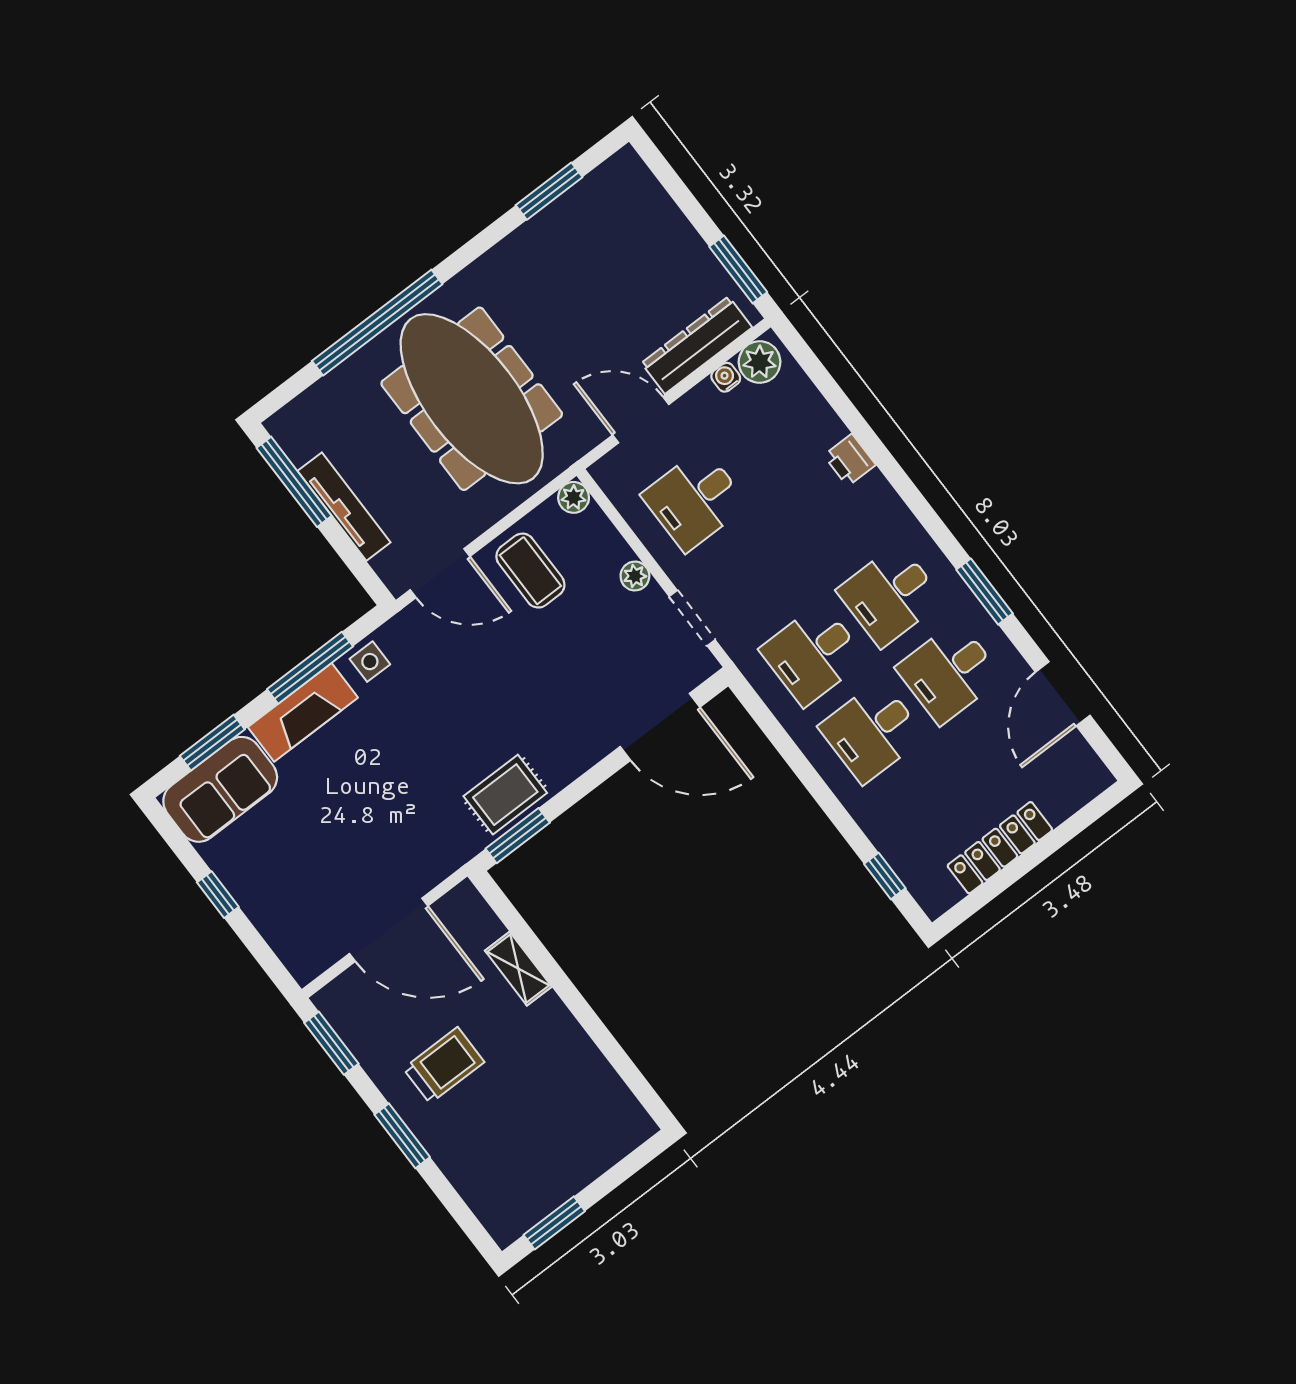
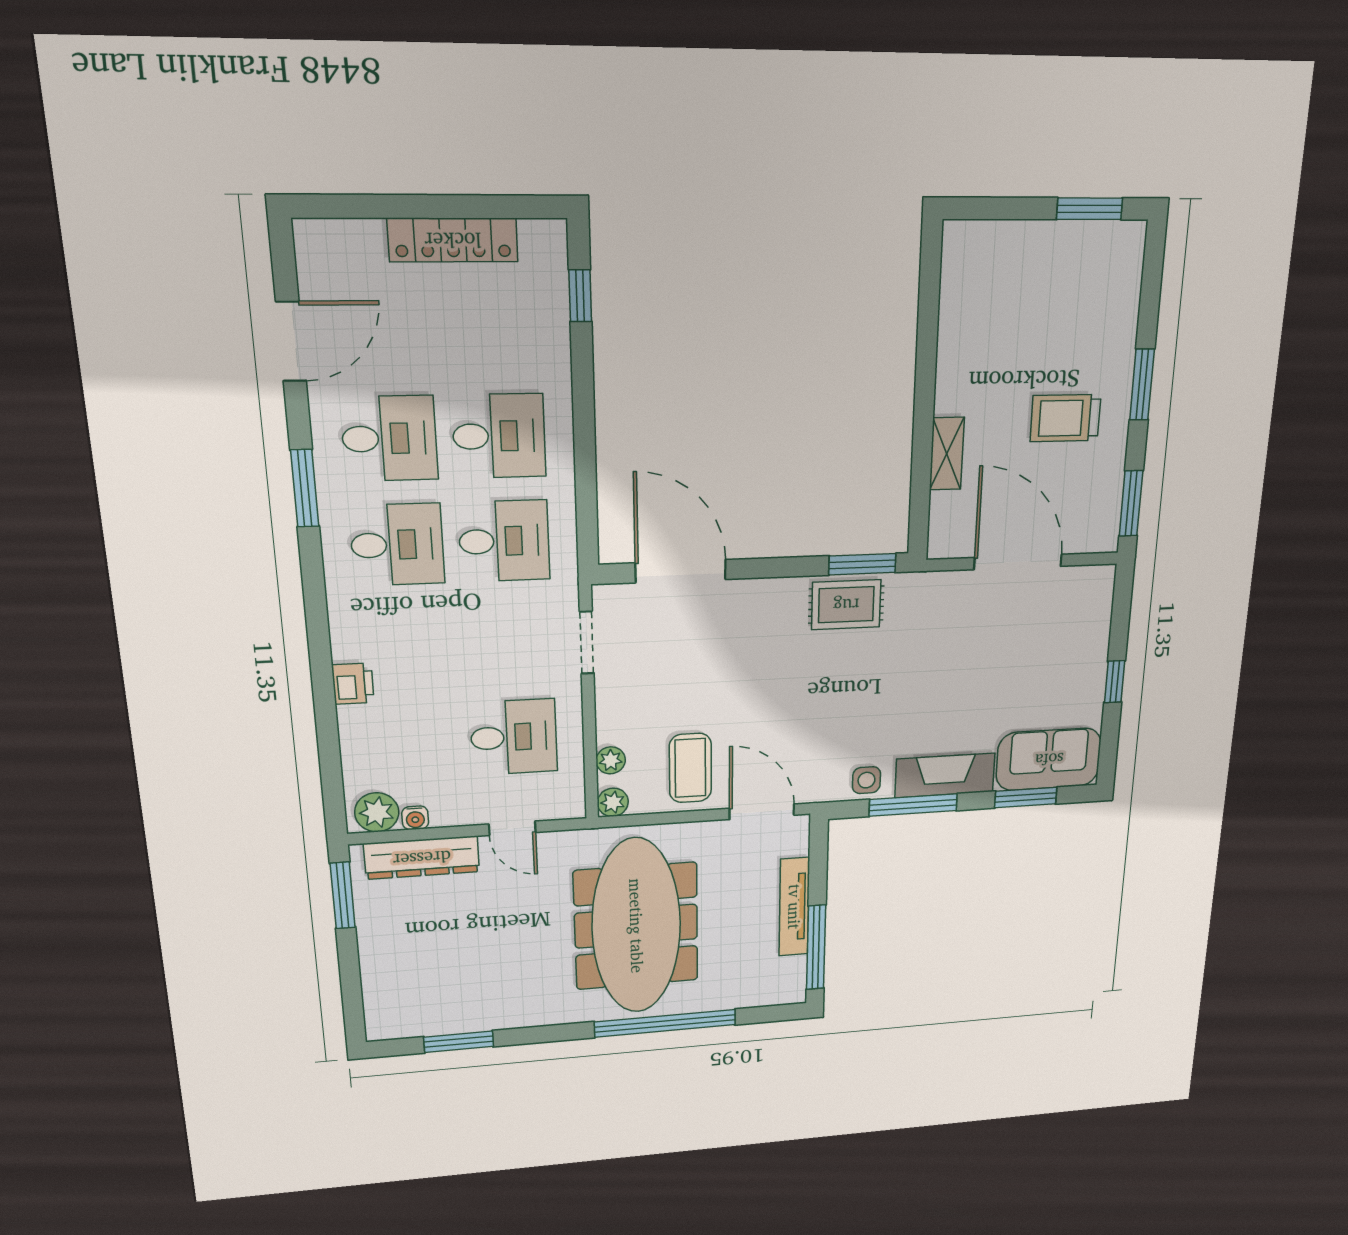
door: (641, 420) -> (512, 828), width x0.73
plant: (635, 576) -> (611, 760), moved

